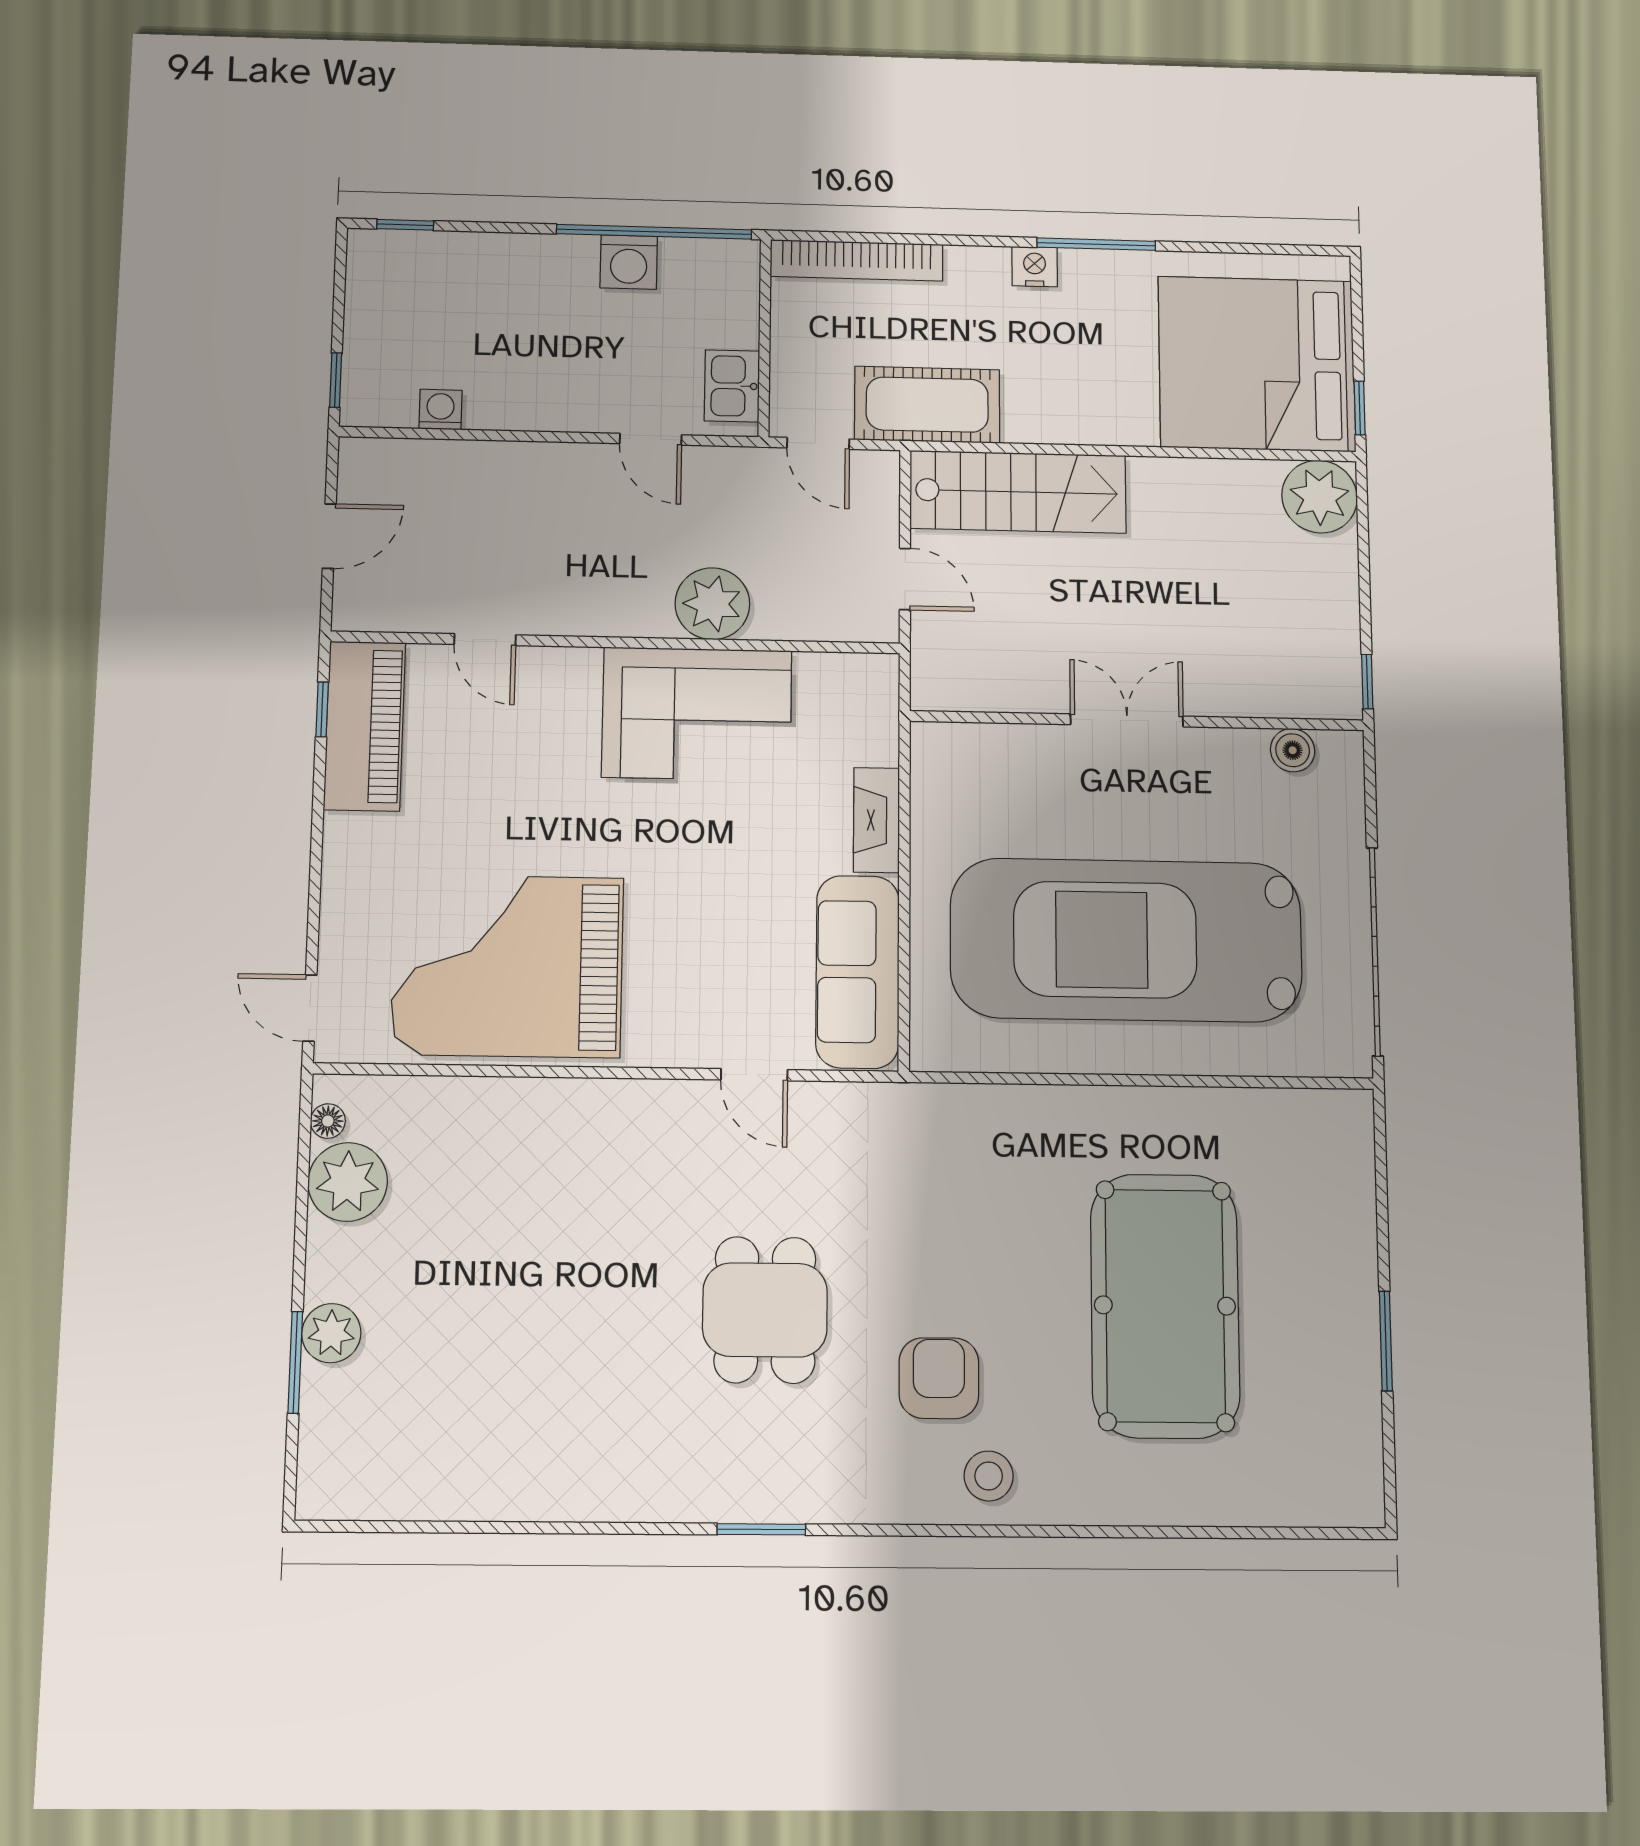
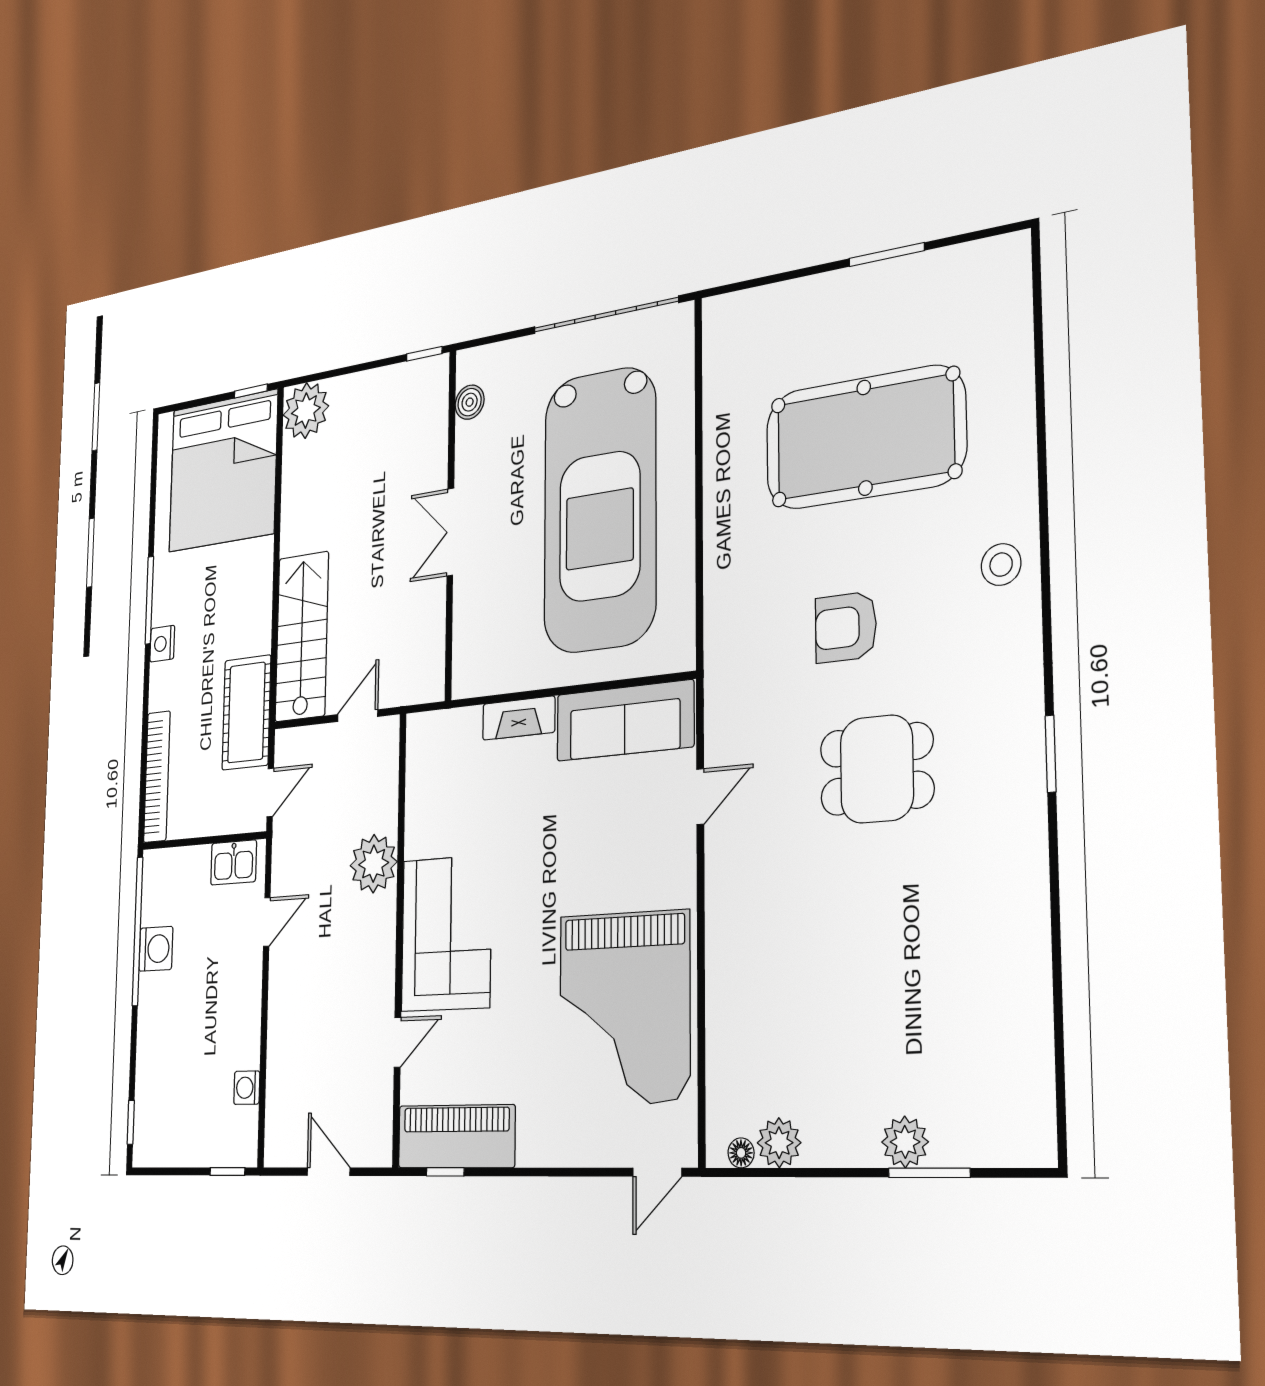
corner sofa: (697, 714) -> (446, 933), moved
plant: (348, 1182) -> (779, 1143), width x0.73, depth x0.73
armchair: (939, 1378) -> (846, 627), moved

